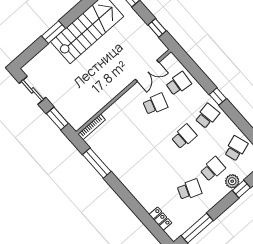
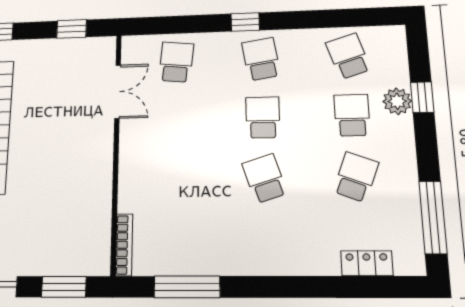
school desk: (155, 104) -> (265, 178), moved, turned -36

